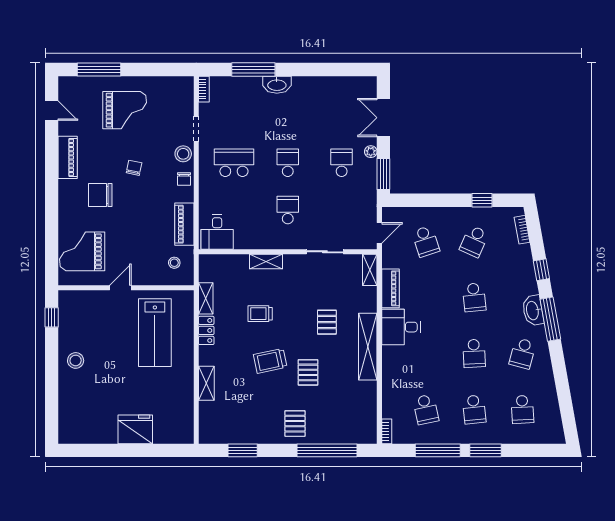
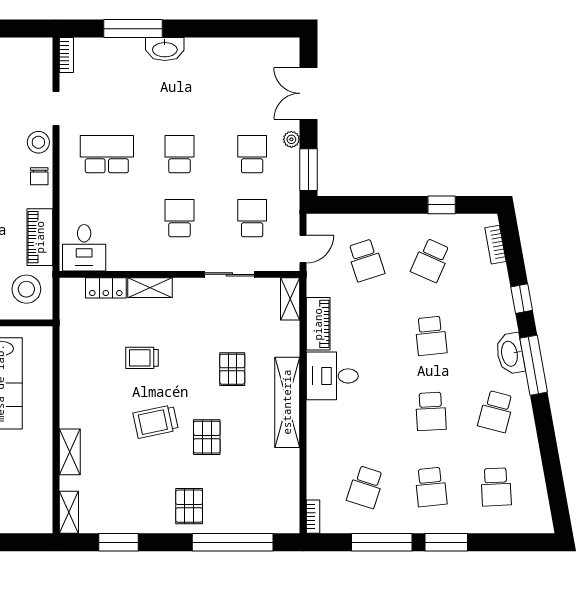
school desk: (342, 210) -> (252, 218), added
stool: (174, 263) -> (26, 289), width x1.89, depth x1.89
shelving: (206, 298) -> (69, 512), moved
locker: (206, 330) -> (106, 288), moved, turned 90
school desk: (426, 409) -> (366, 487), turned 30

